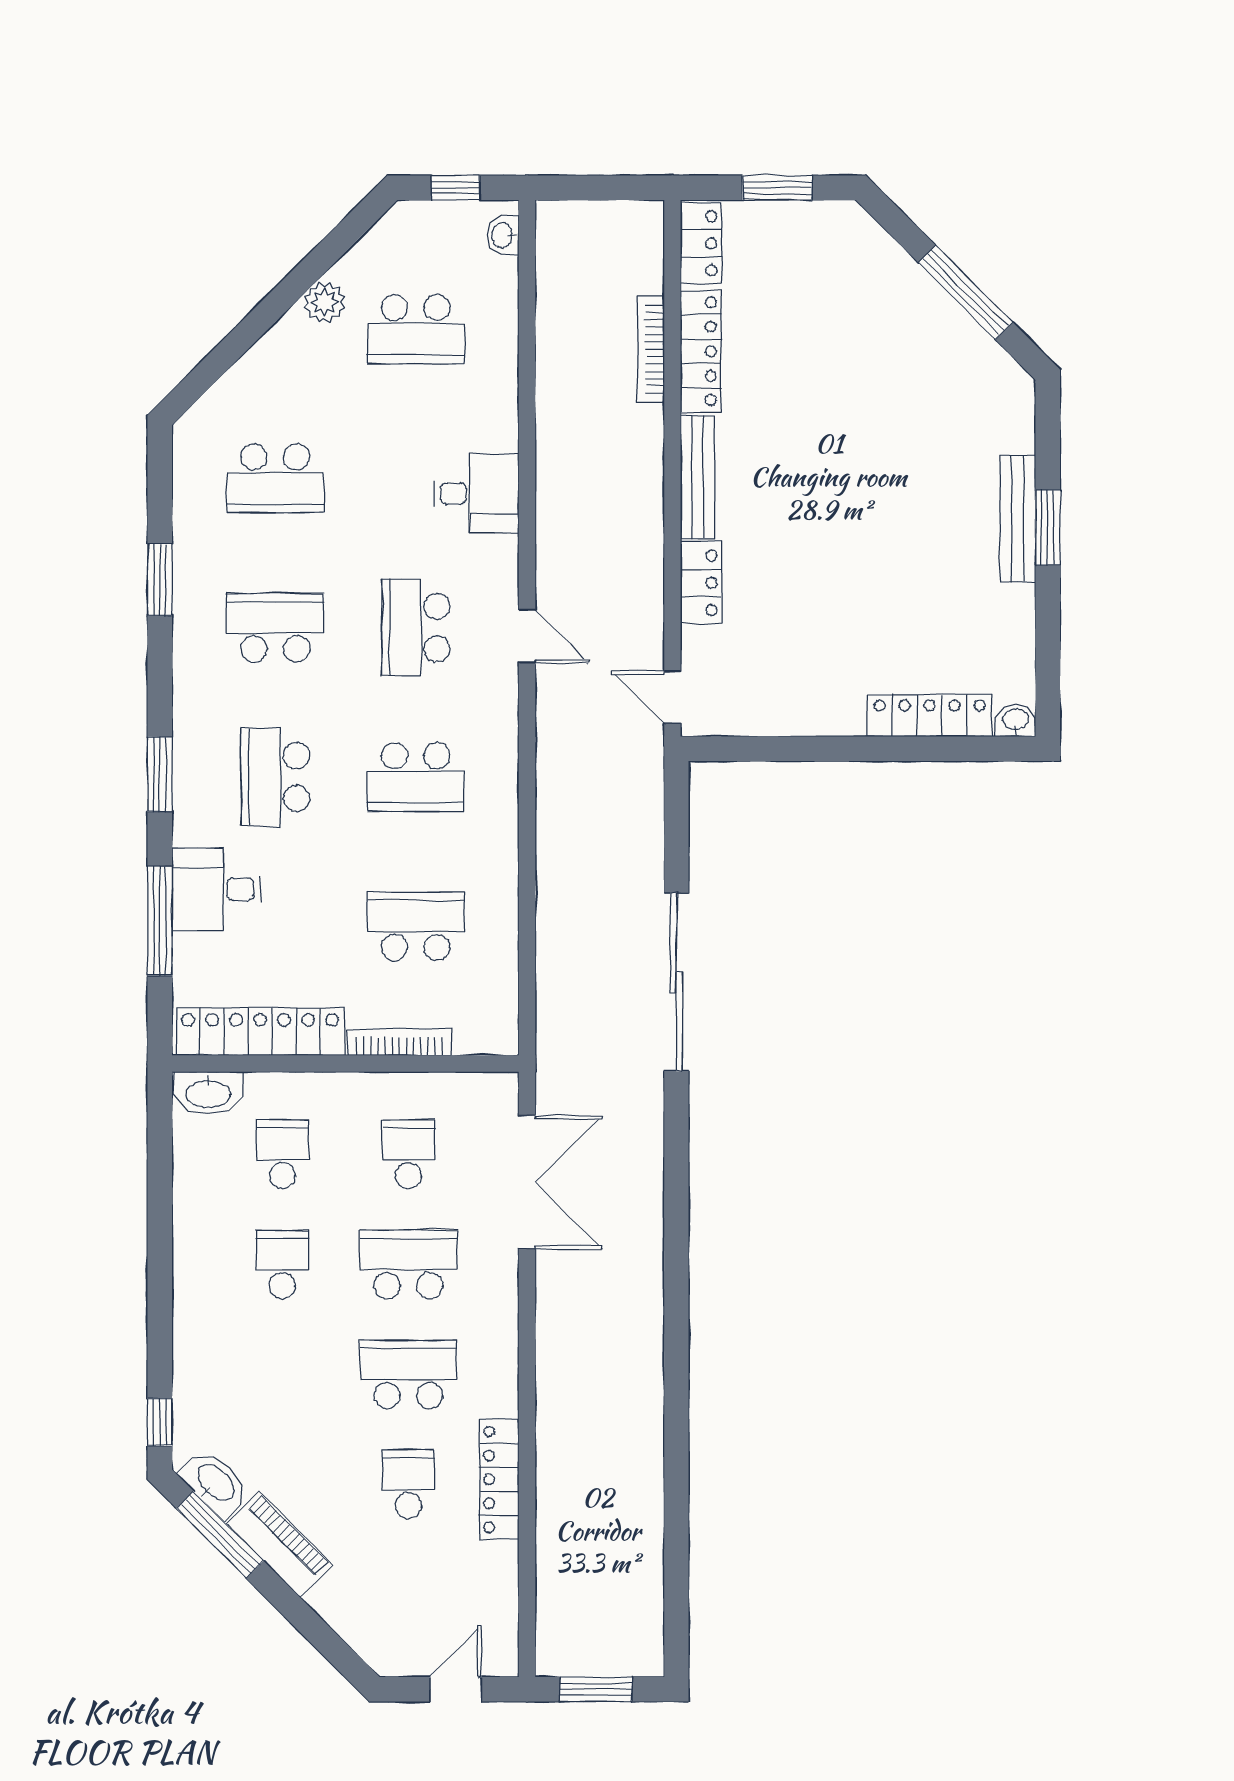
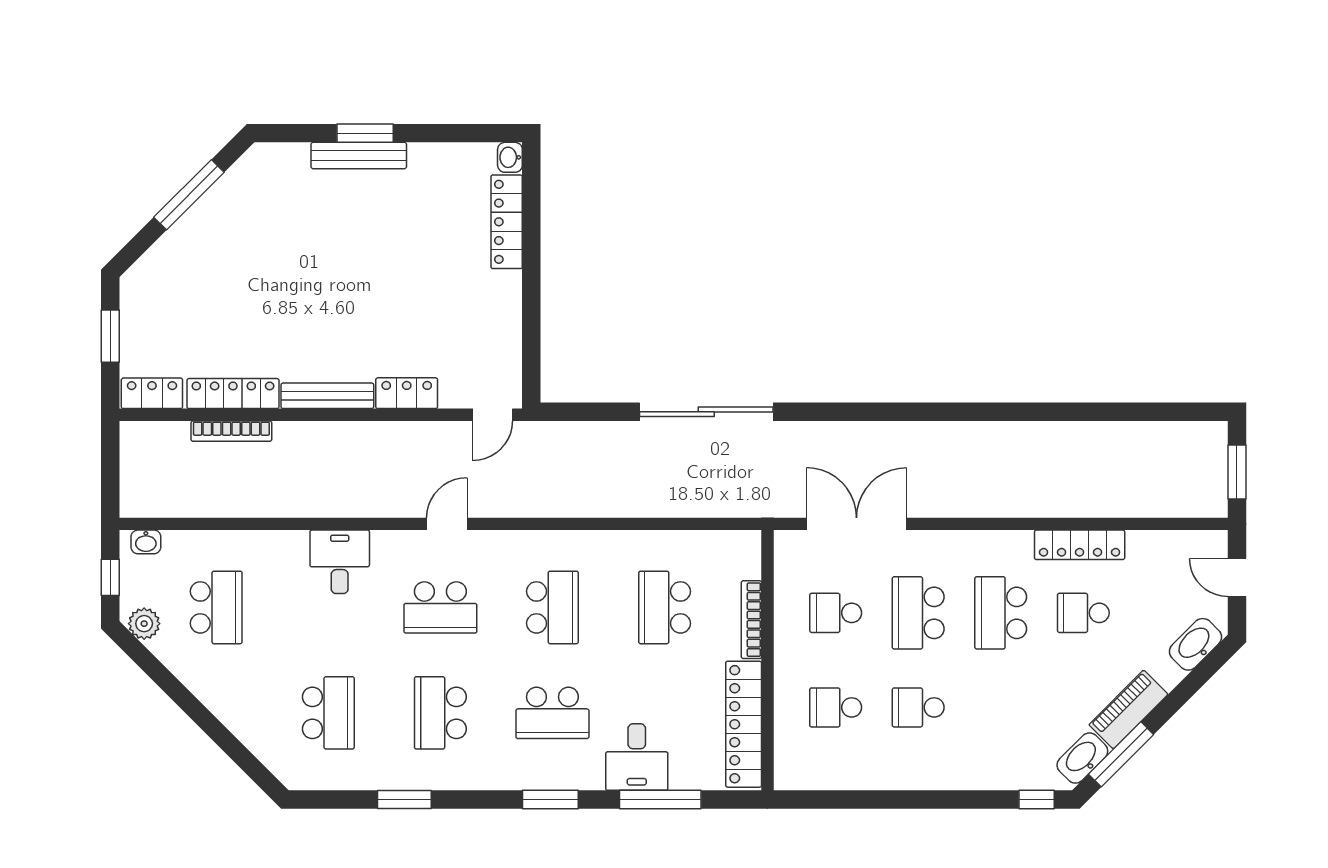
plant: (325, 302) -> (144, 624), moved
washbasin: (208, 1093) -> (1195, 644), moved, turned -135

